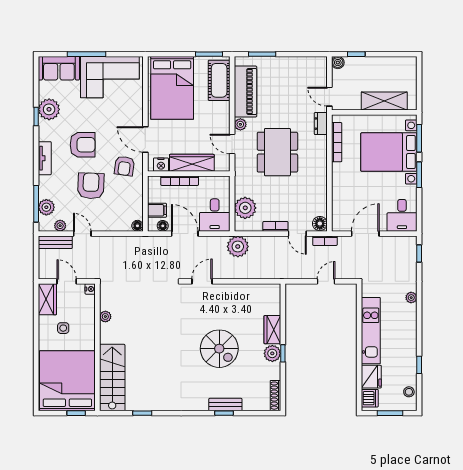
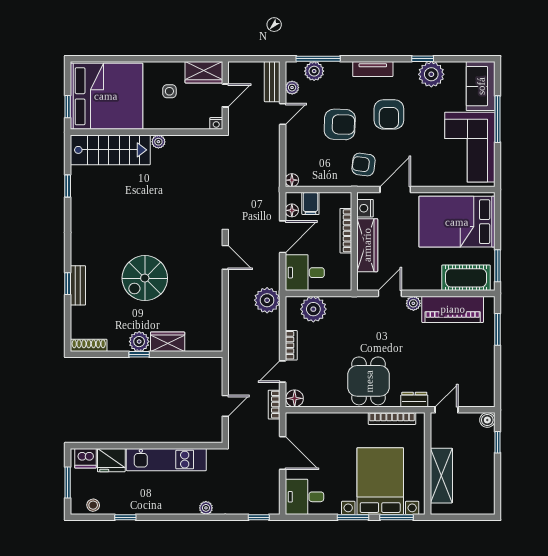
dining table: (277, 152) -> (369, 381), moved, width x0.73
door: (326, 281) -> (225, 406), hinge flipped
plant: (105, 317) -> (158, 142), moved

